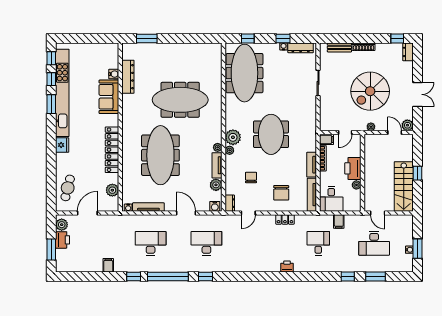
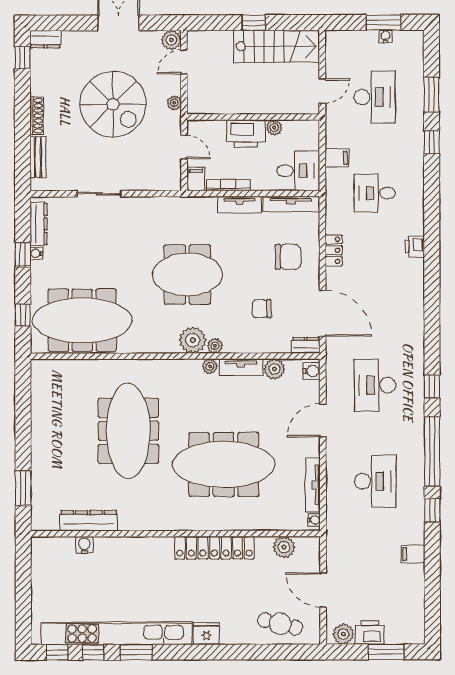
sofa: (109, 97) -> (123, 553), removed
door: (248, 213) -> (323, 313), width x1.87
desk: (151, 243) -> (375, 481), turned 180

